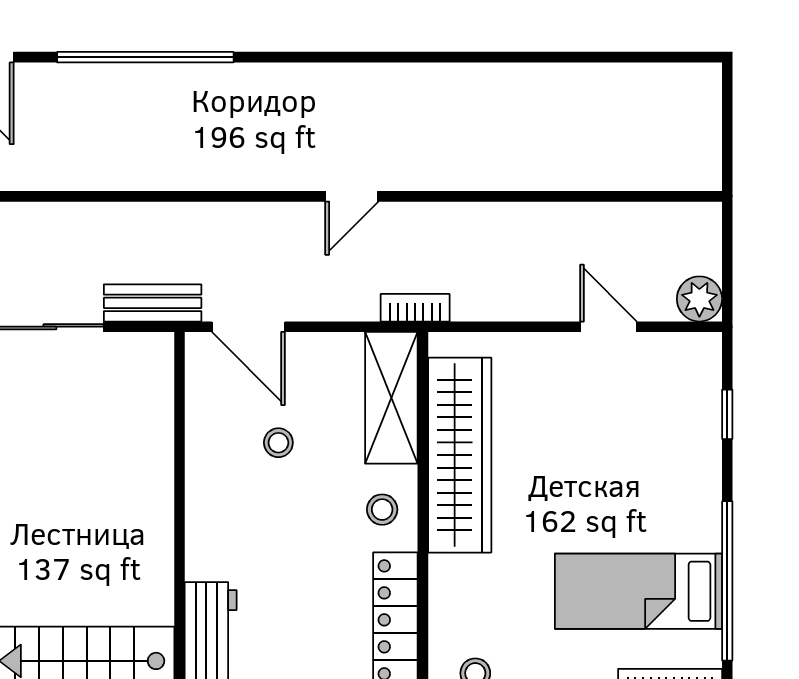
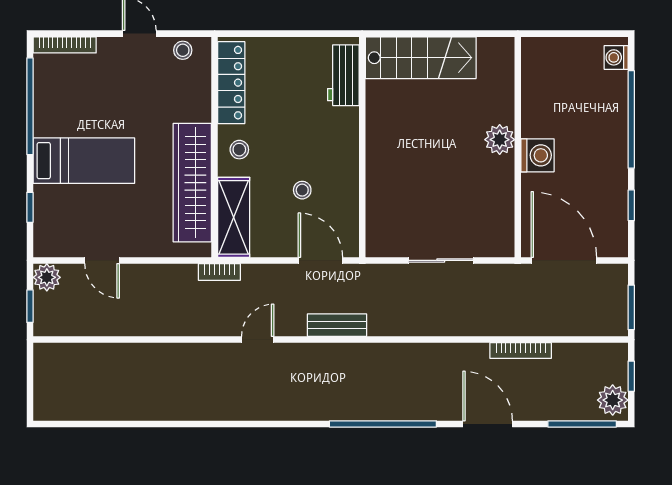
window: (727, 251) -> (30, 306), added
bench: (153, 303) -> (337, 325), moved
bed: (638, 591) -> (84, 161), moved

